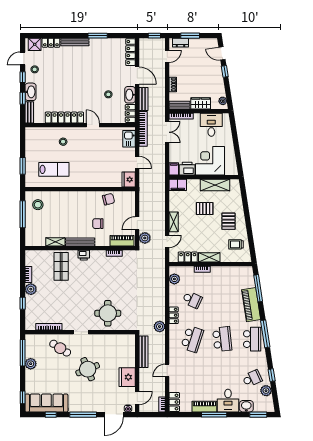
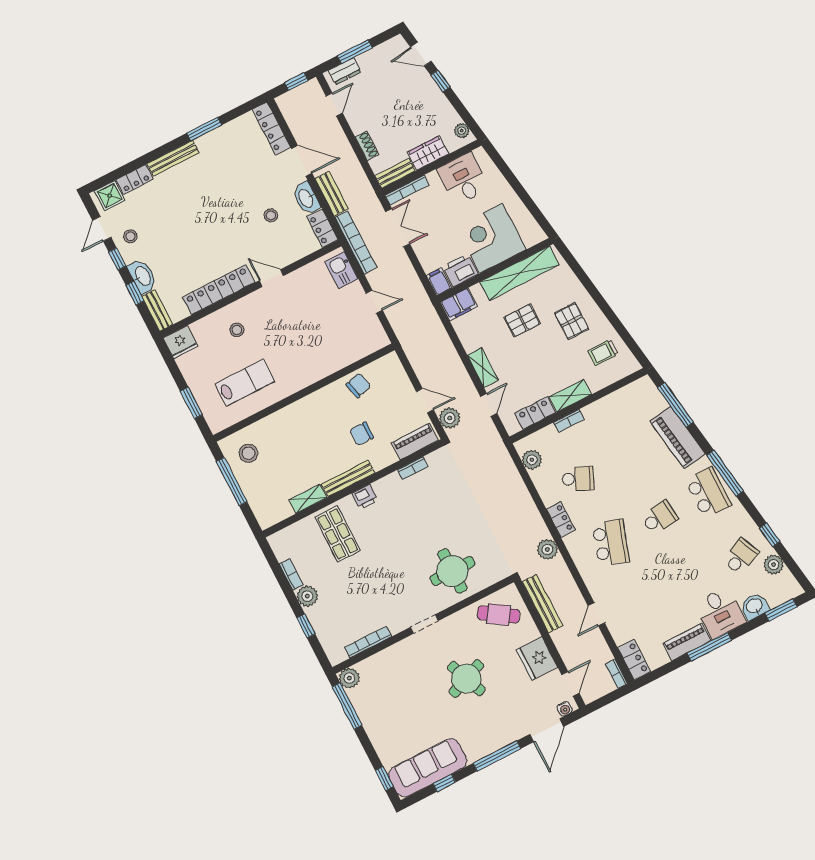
fridge: (129, 179) -> (181, 342), moved, turned -90
shelving: (215, 185) -> (519, 273), width x1.47
door: (137, 223) -> (425, 401), swing flipped
school desk: (222, 339) -> (659, 518), width x0.54
cafe table: (60, 348) -> (499, 614), moved
plant: (31, 364) -> (349, 678), moved

